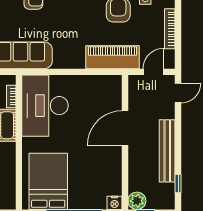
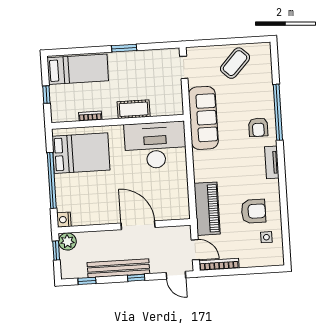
bookcase: (170, 29) -> (219, 264), moved
bookcase: (11, 97) -> (90, 116), moved
window: (178, 133) -> (136, 278), added

